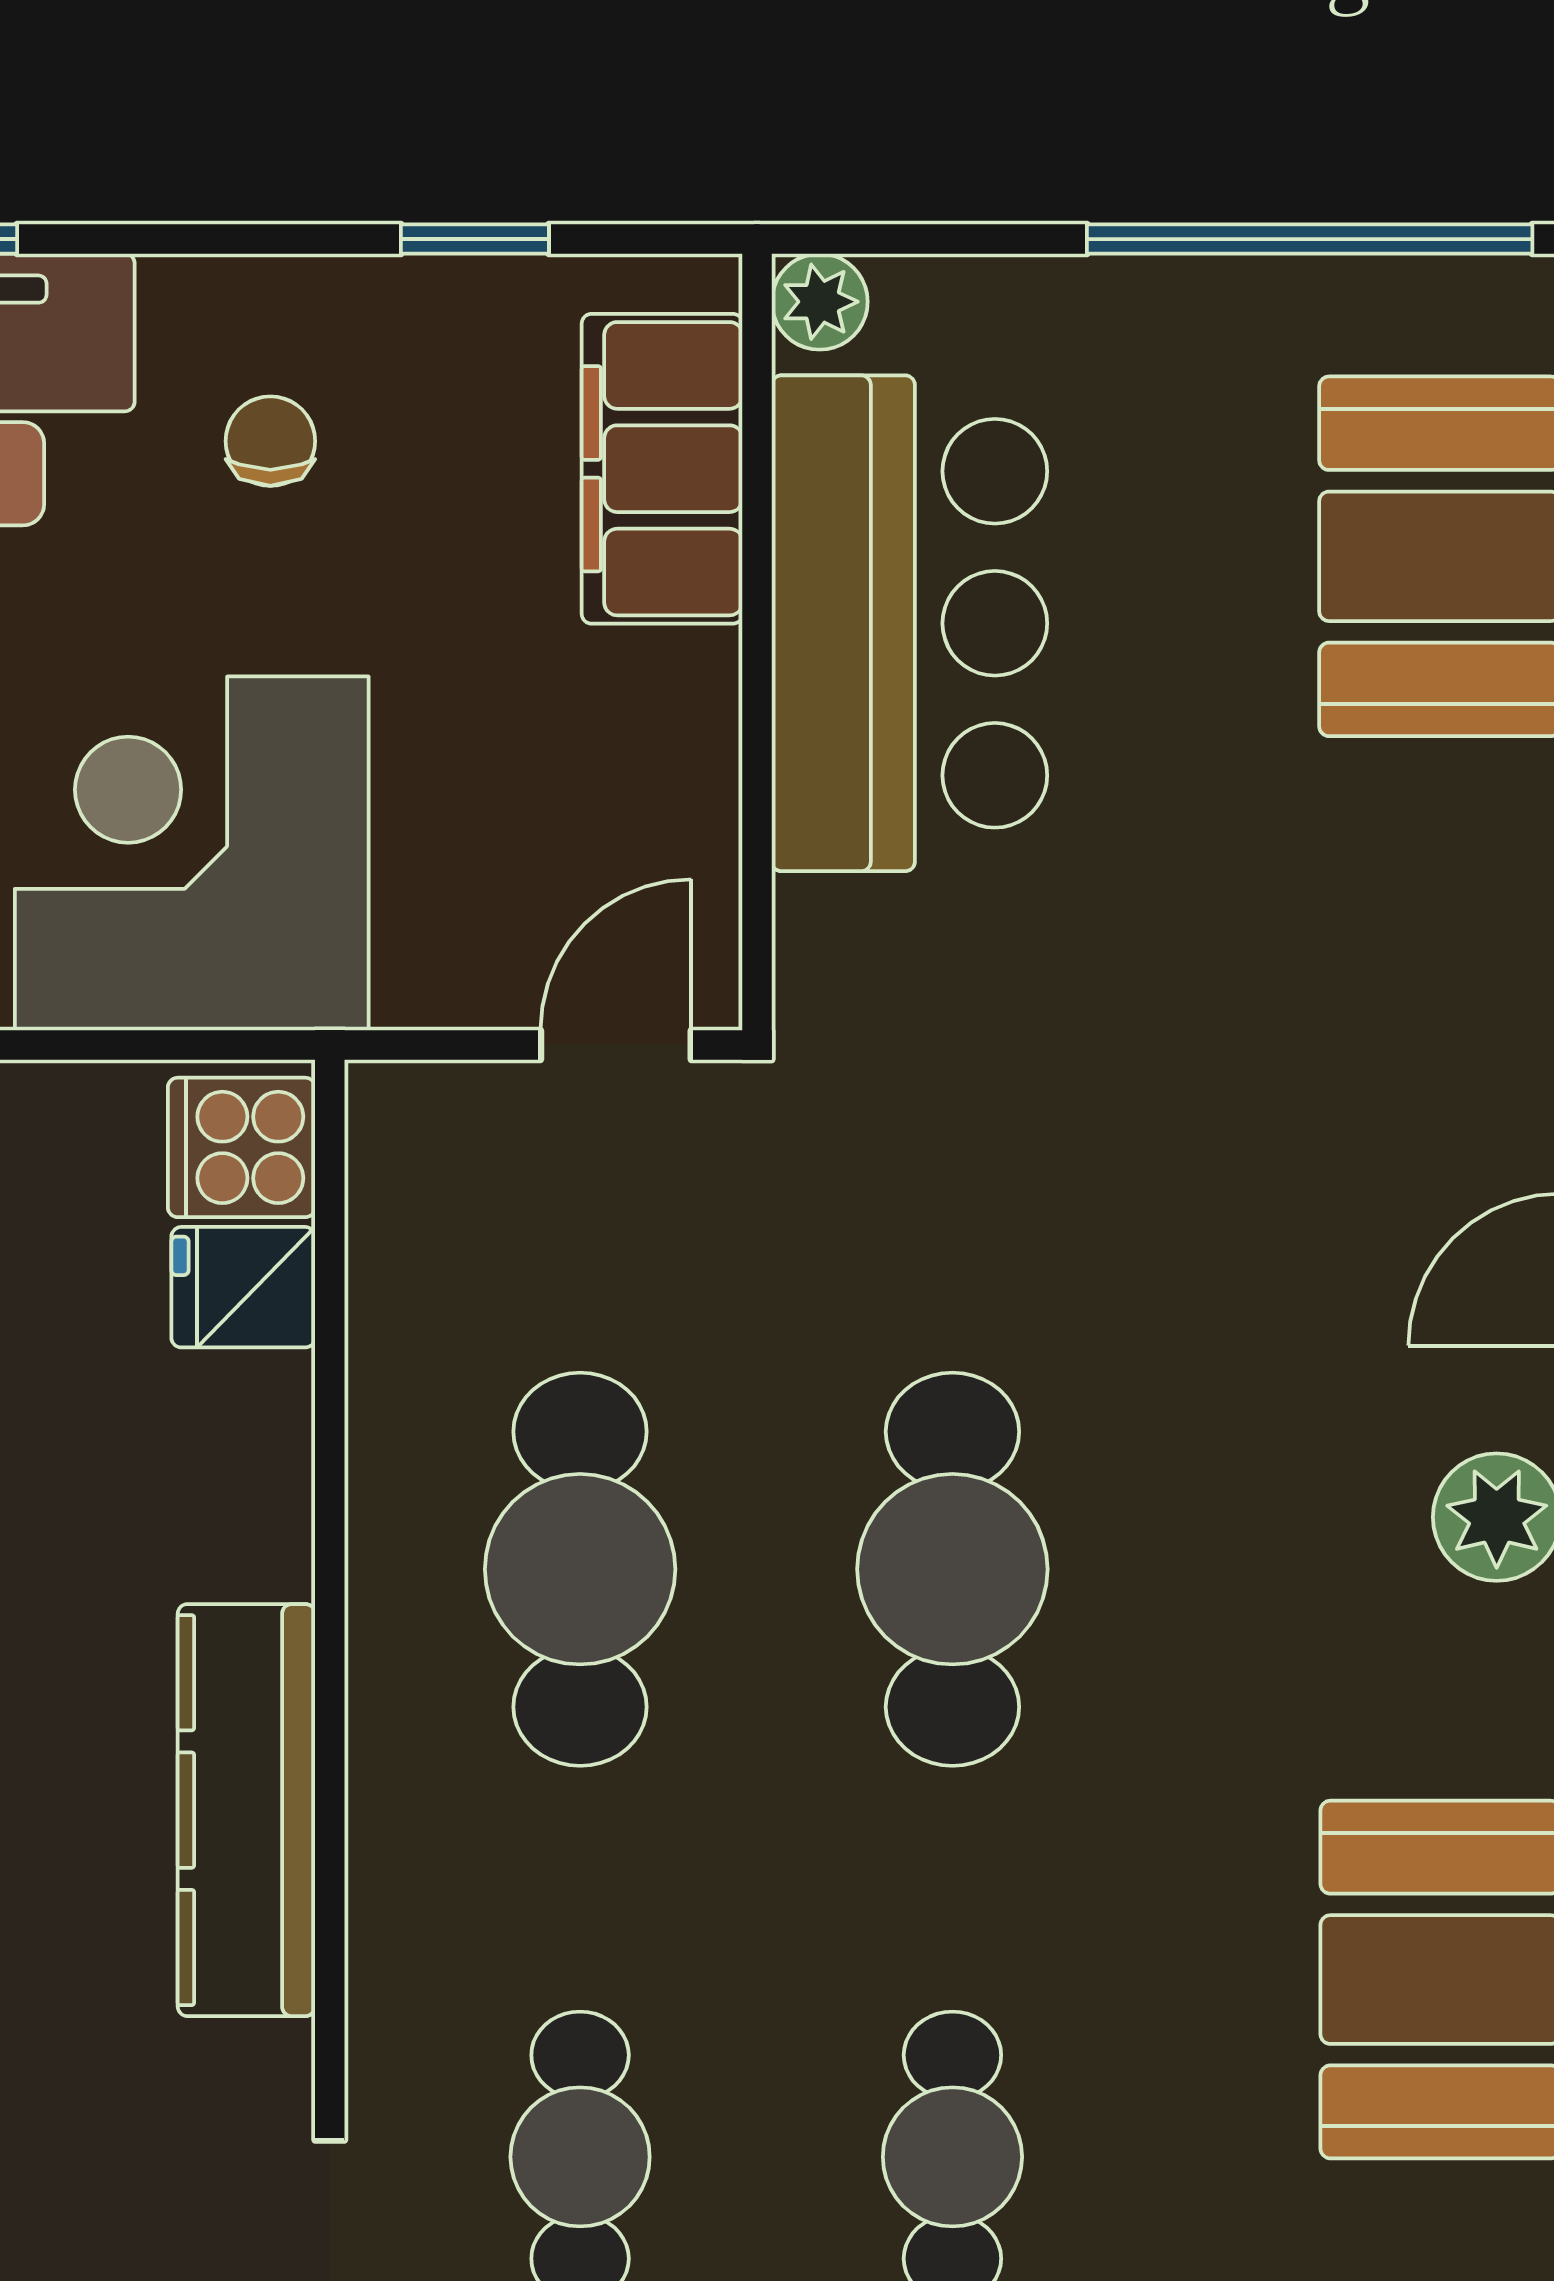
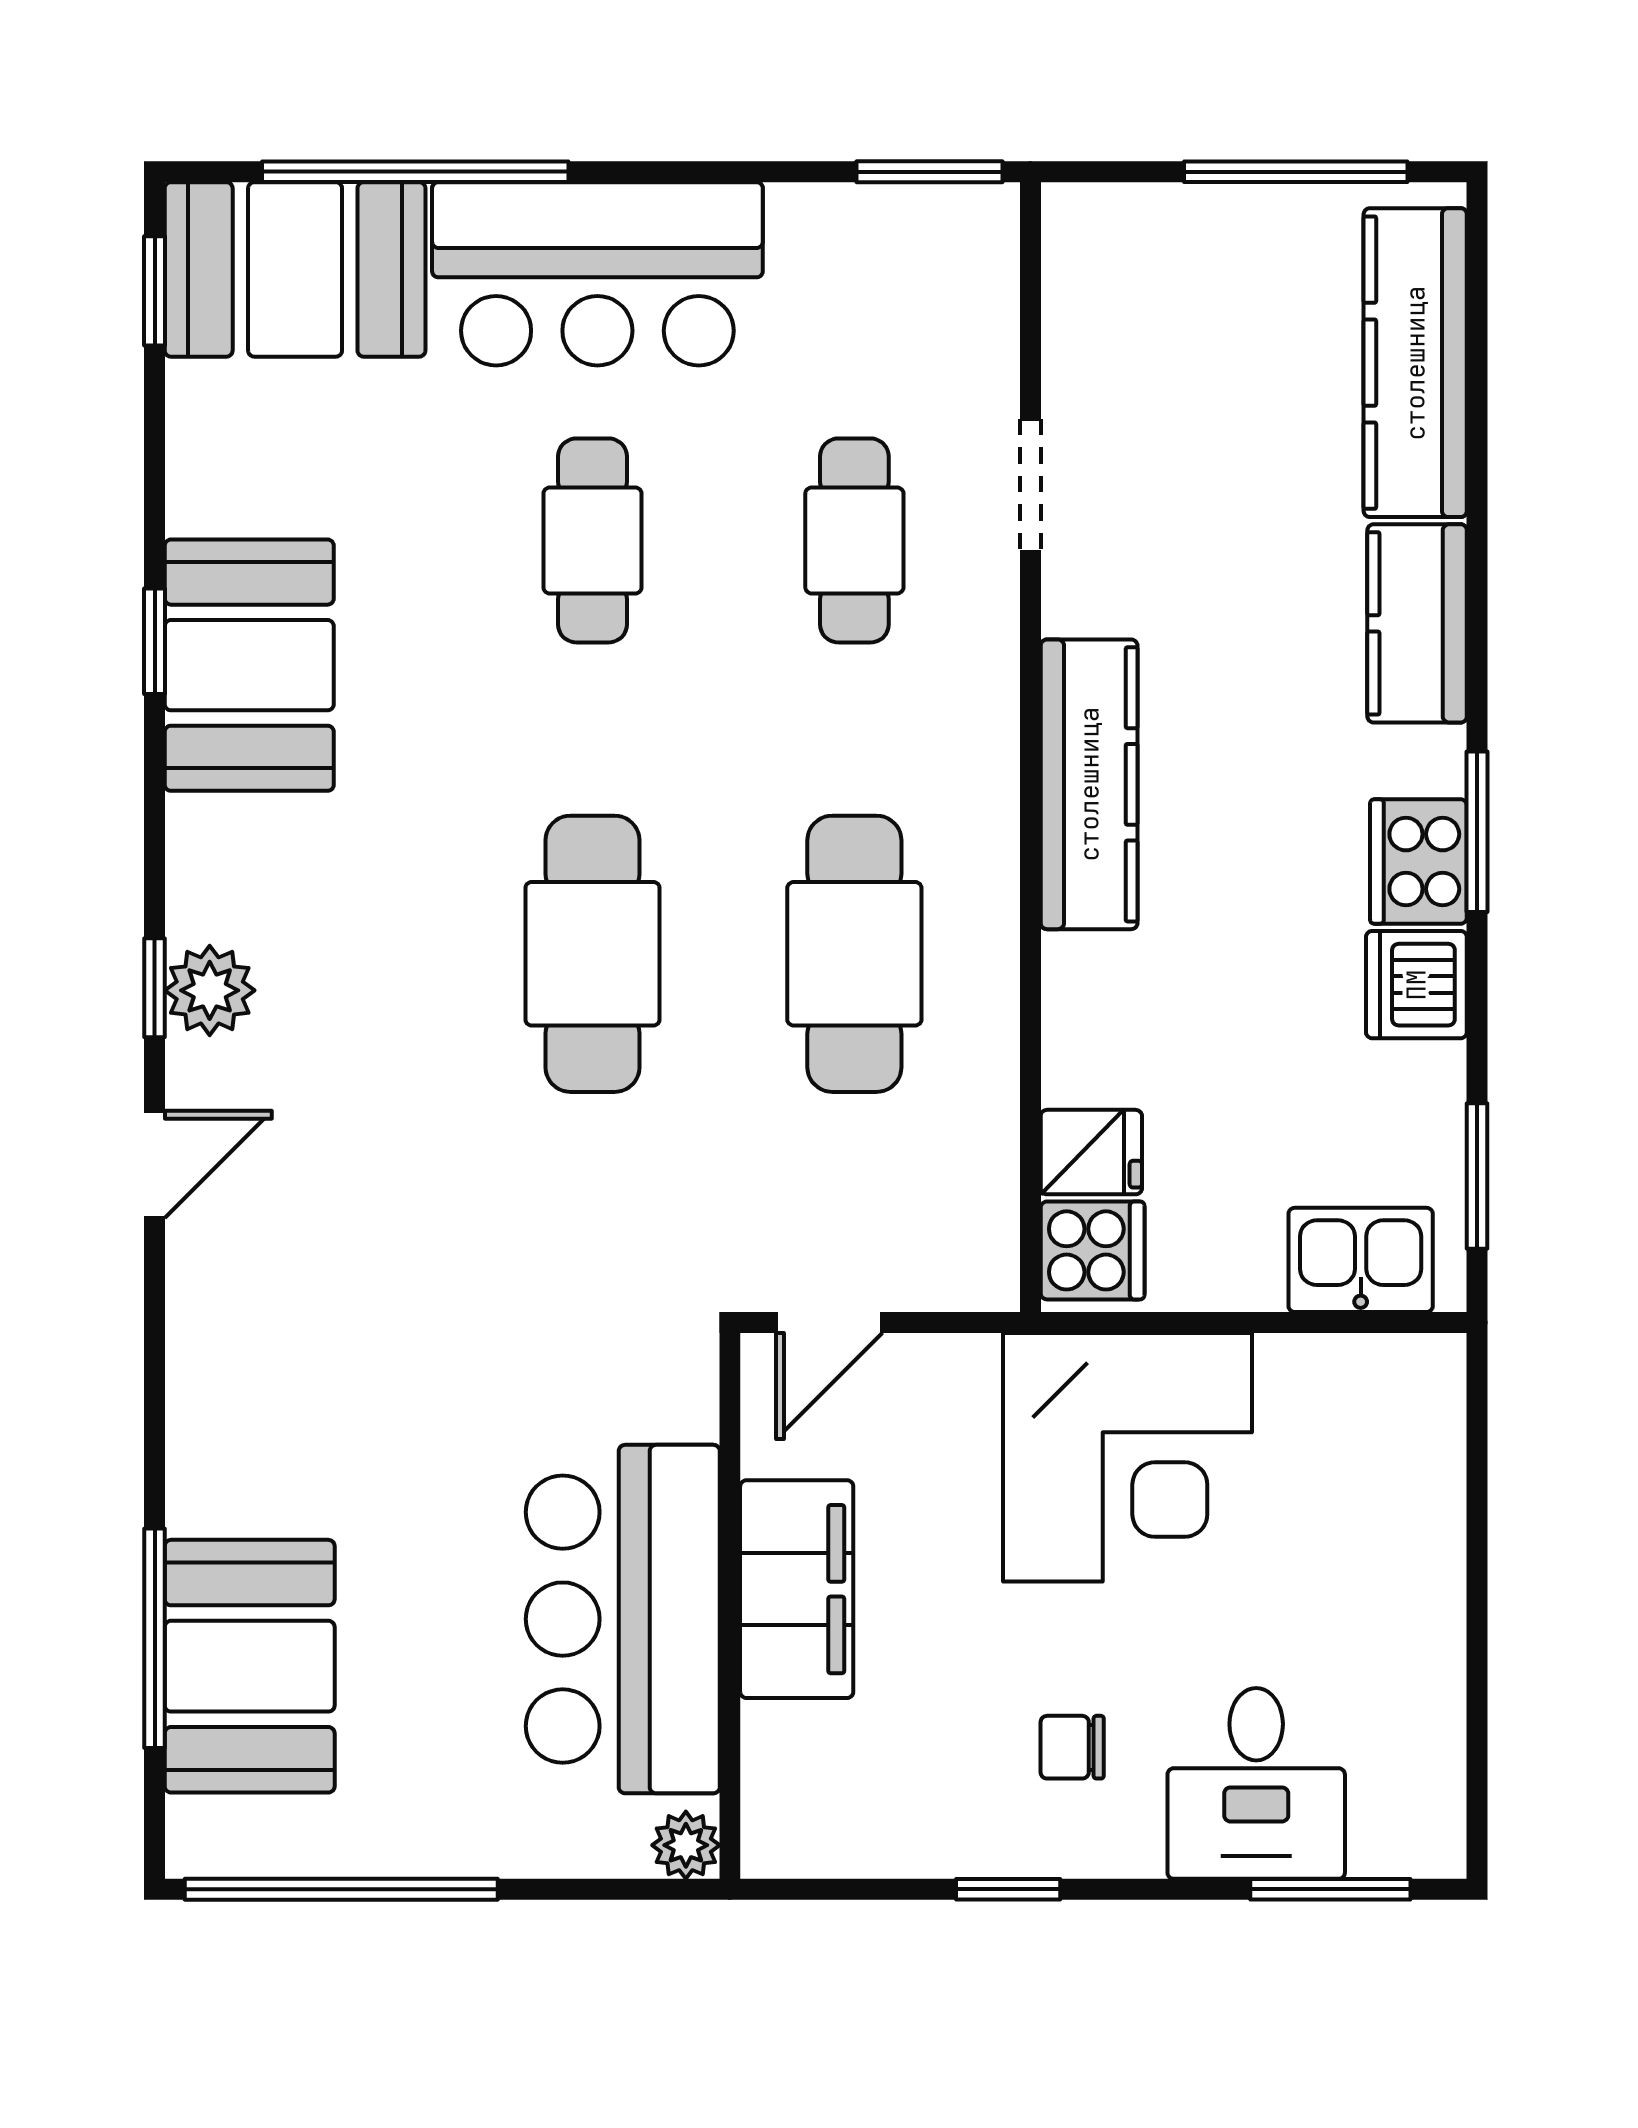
window: (475, 239) -> (1008, 1889), moved
chair: (270, 441) -> (1072, 1747), turned 90
filing cabinet: (662, 469) -> (797, 1589), moved

